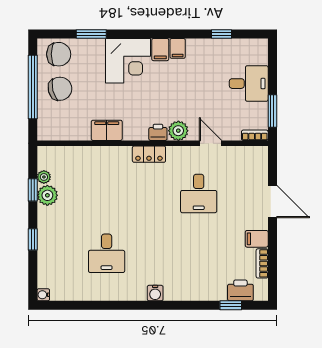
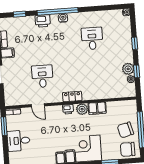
plant: (178, 131) -> (82, 109), moved
printer: (240, 290) -> (43, 21), moved
window: (164, 305) -> (58, 11), added

